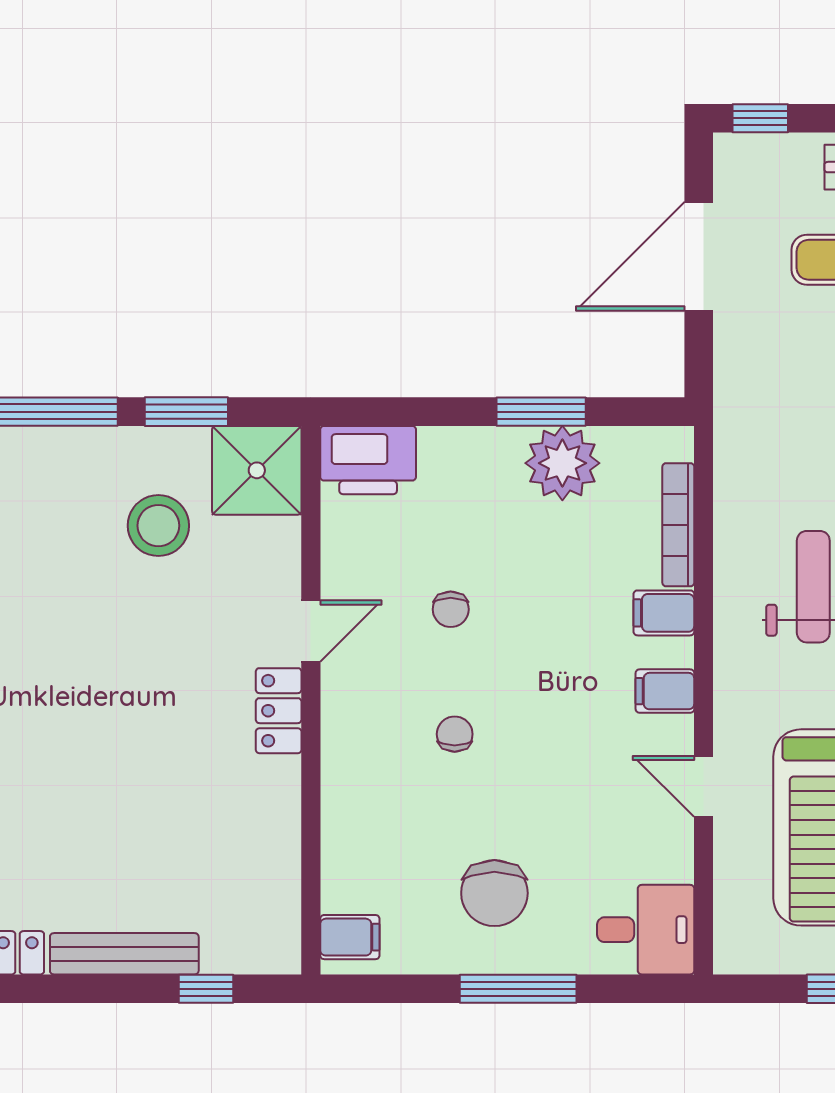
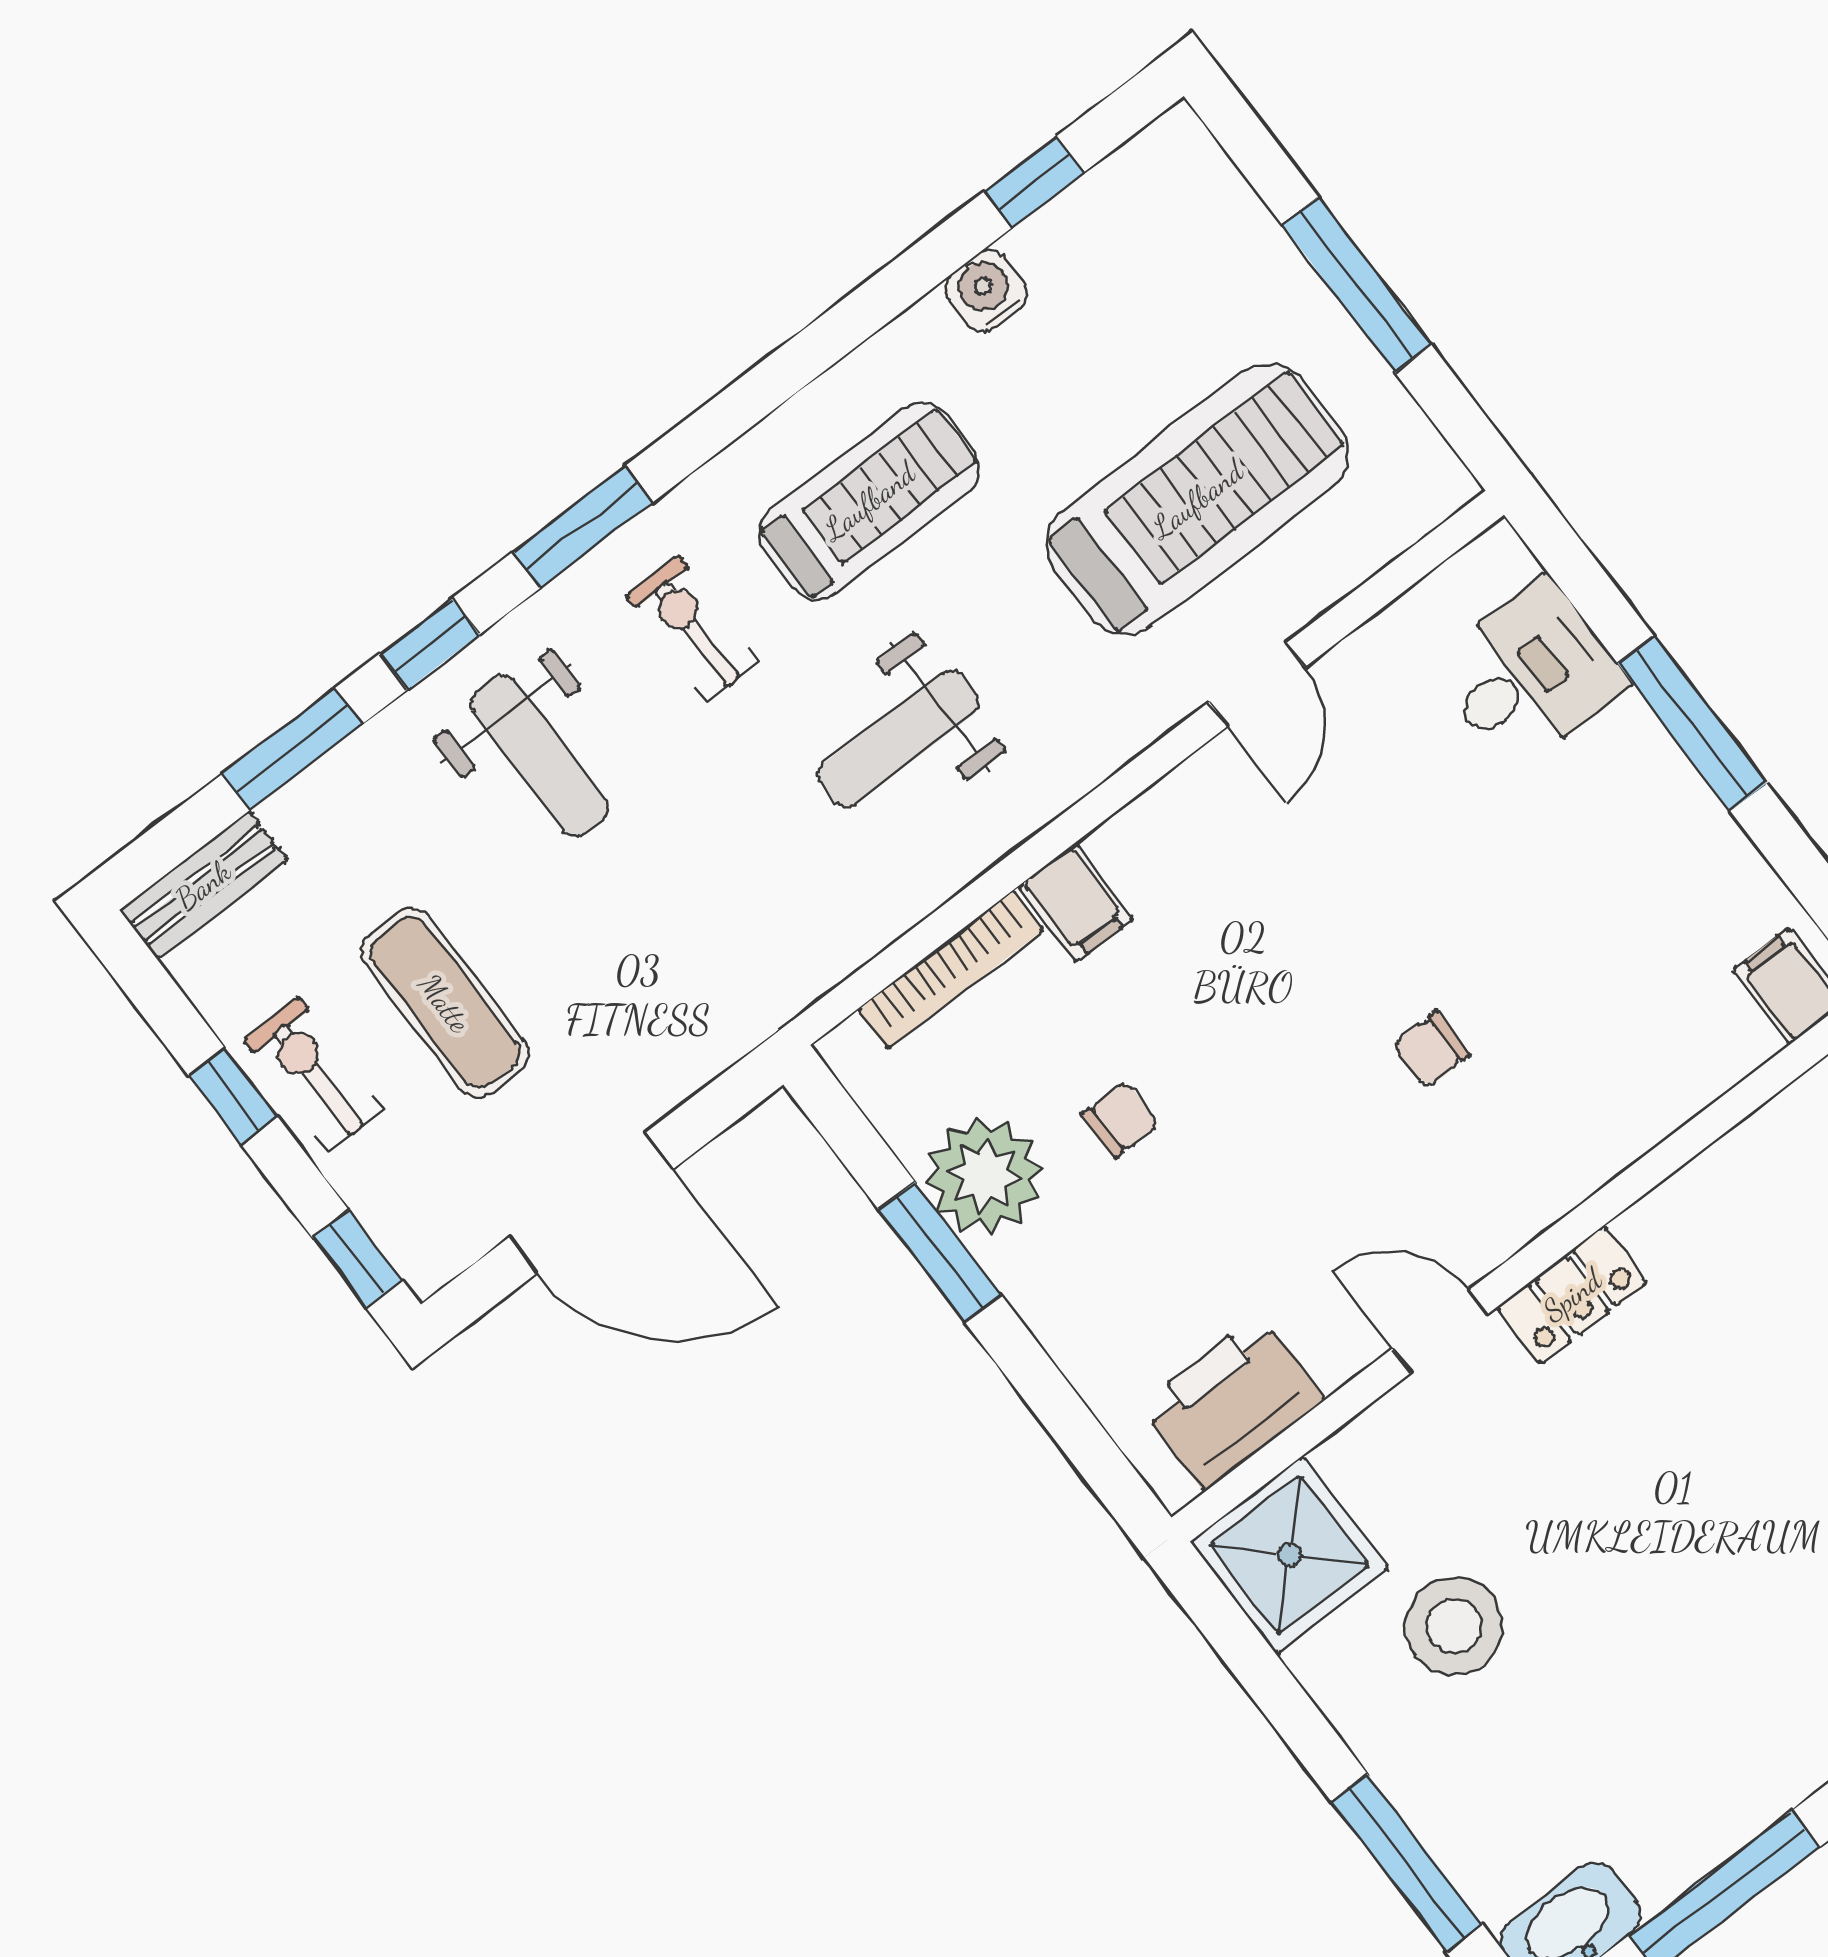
window: (186, 412) -> (1283, 1701), removed
printer: (368, 460) -> (1232, 1403), moved, turned -90
chair: (451, 609) -> (1120, 1119), moved
filing cabinet: (665, 691) -> (1174, 825), removed
chair: (494, 893) -> (1594, 846), removed
desk: (646, 930) -> (1529, 674), moved, turned 90

